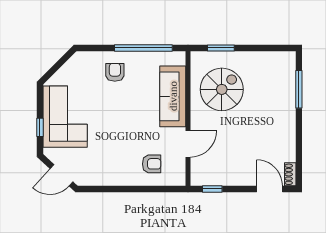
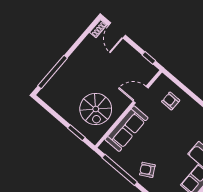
armchair: (115, 72) -> (147, 170), turned 61
spiral stairs: (222, 89) -> (96, 109), turned -90
window: (299, 89) -> (53, 72), width x1.46

